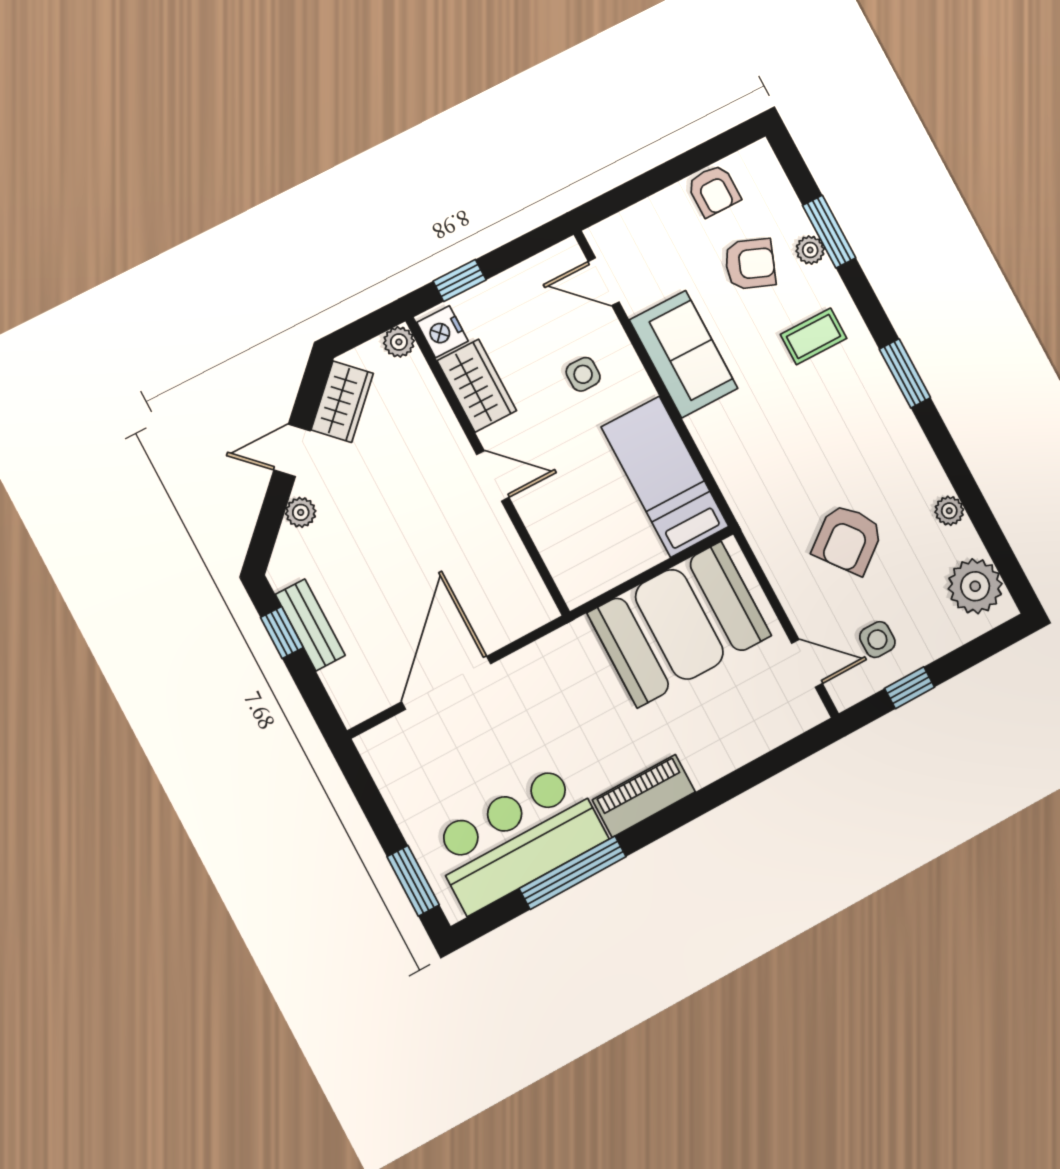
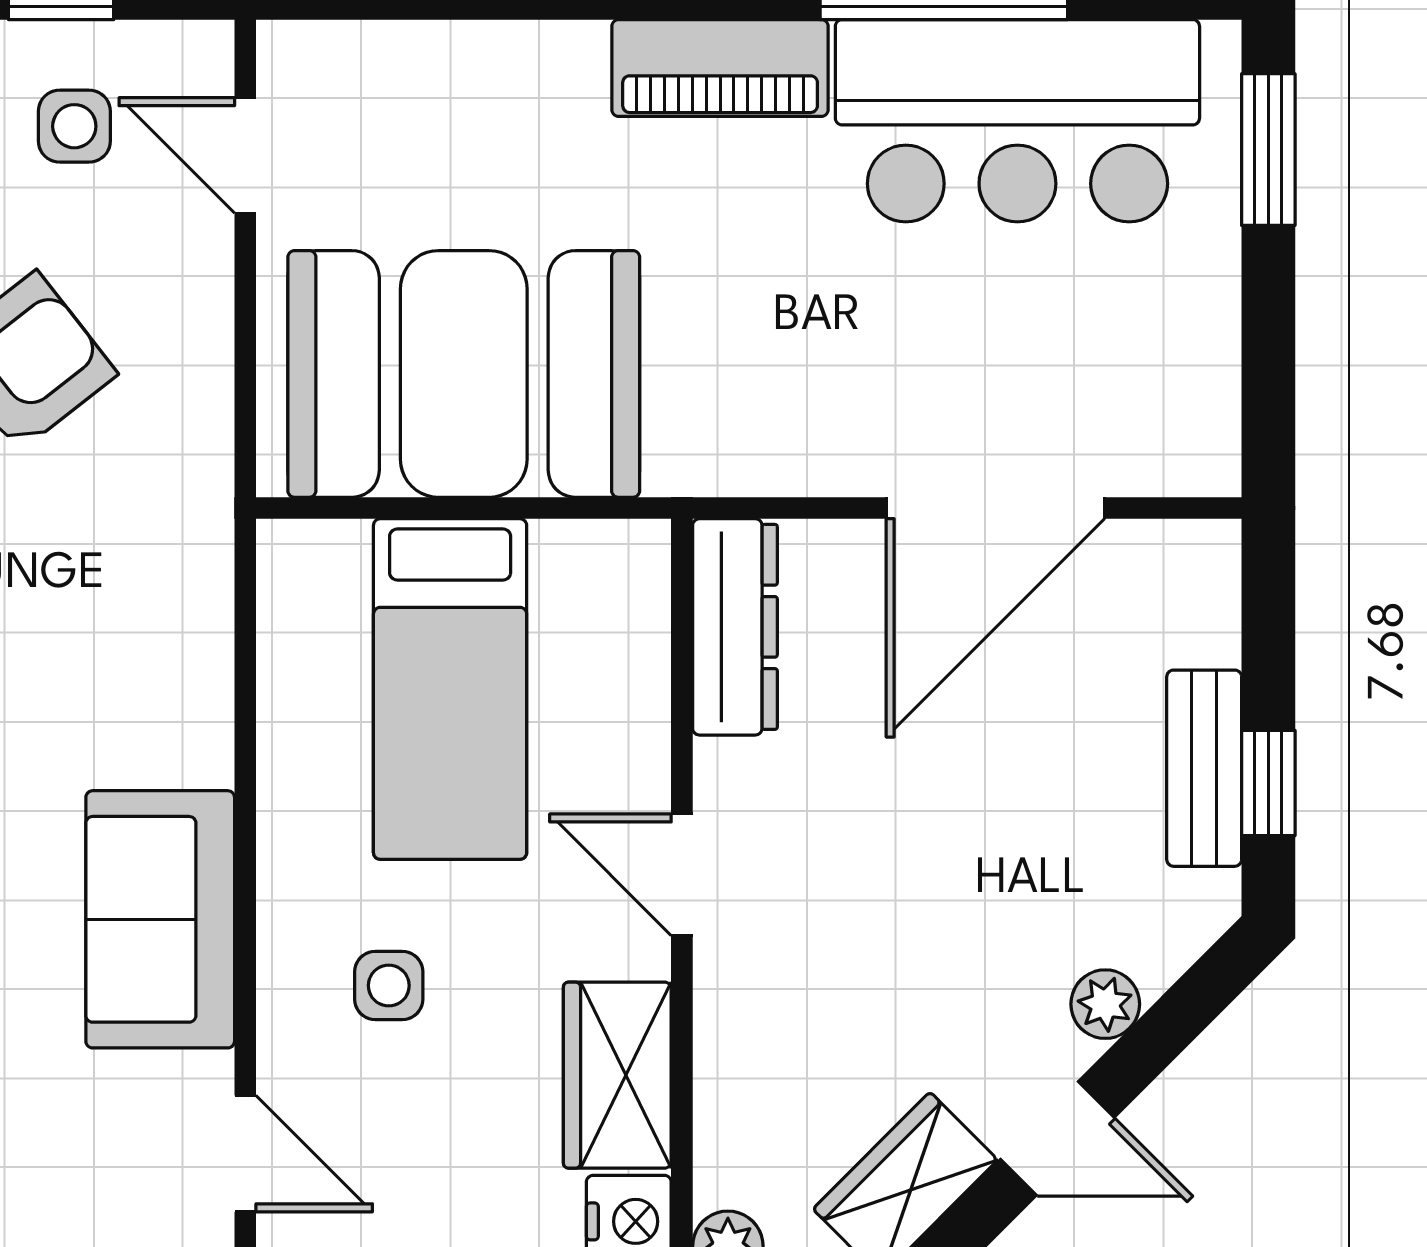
bed: (665, 477) -> (450, 689), moved
dresser: (523, 583) -> (735, 627), added

